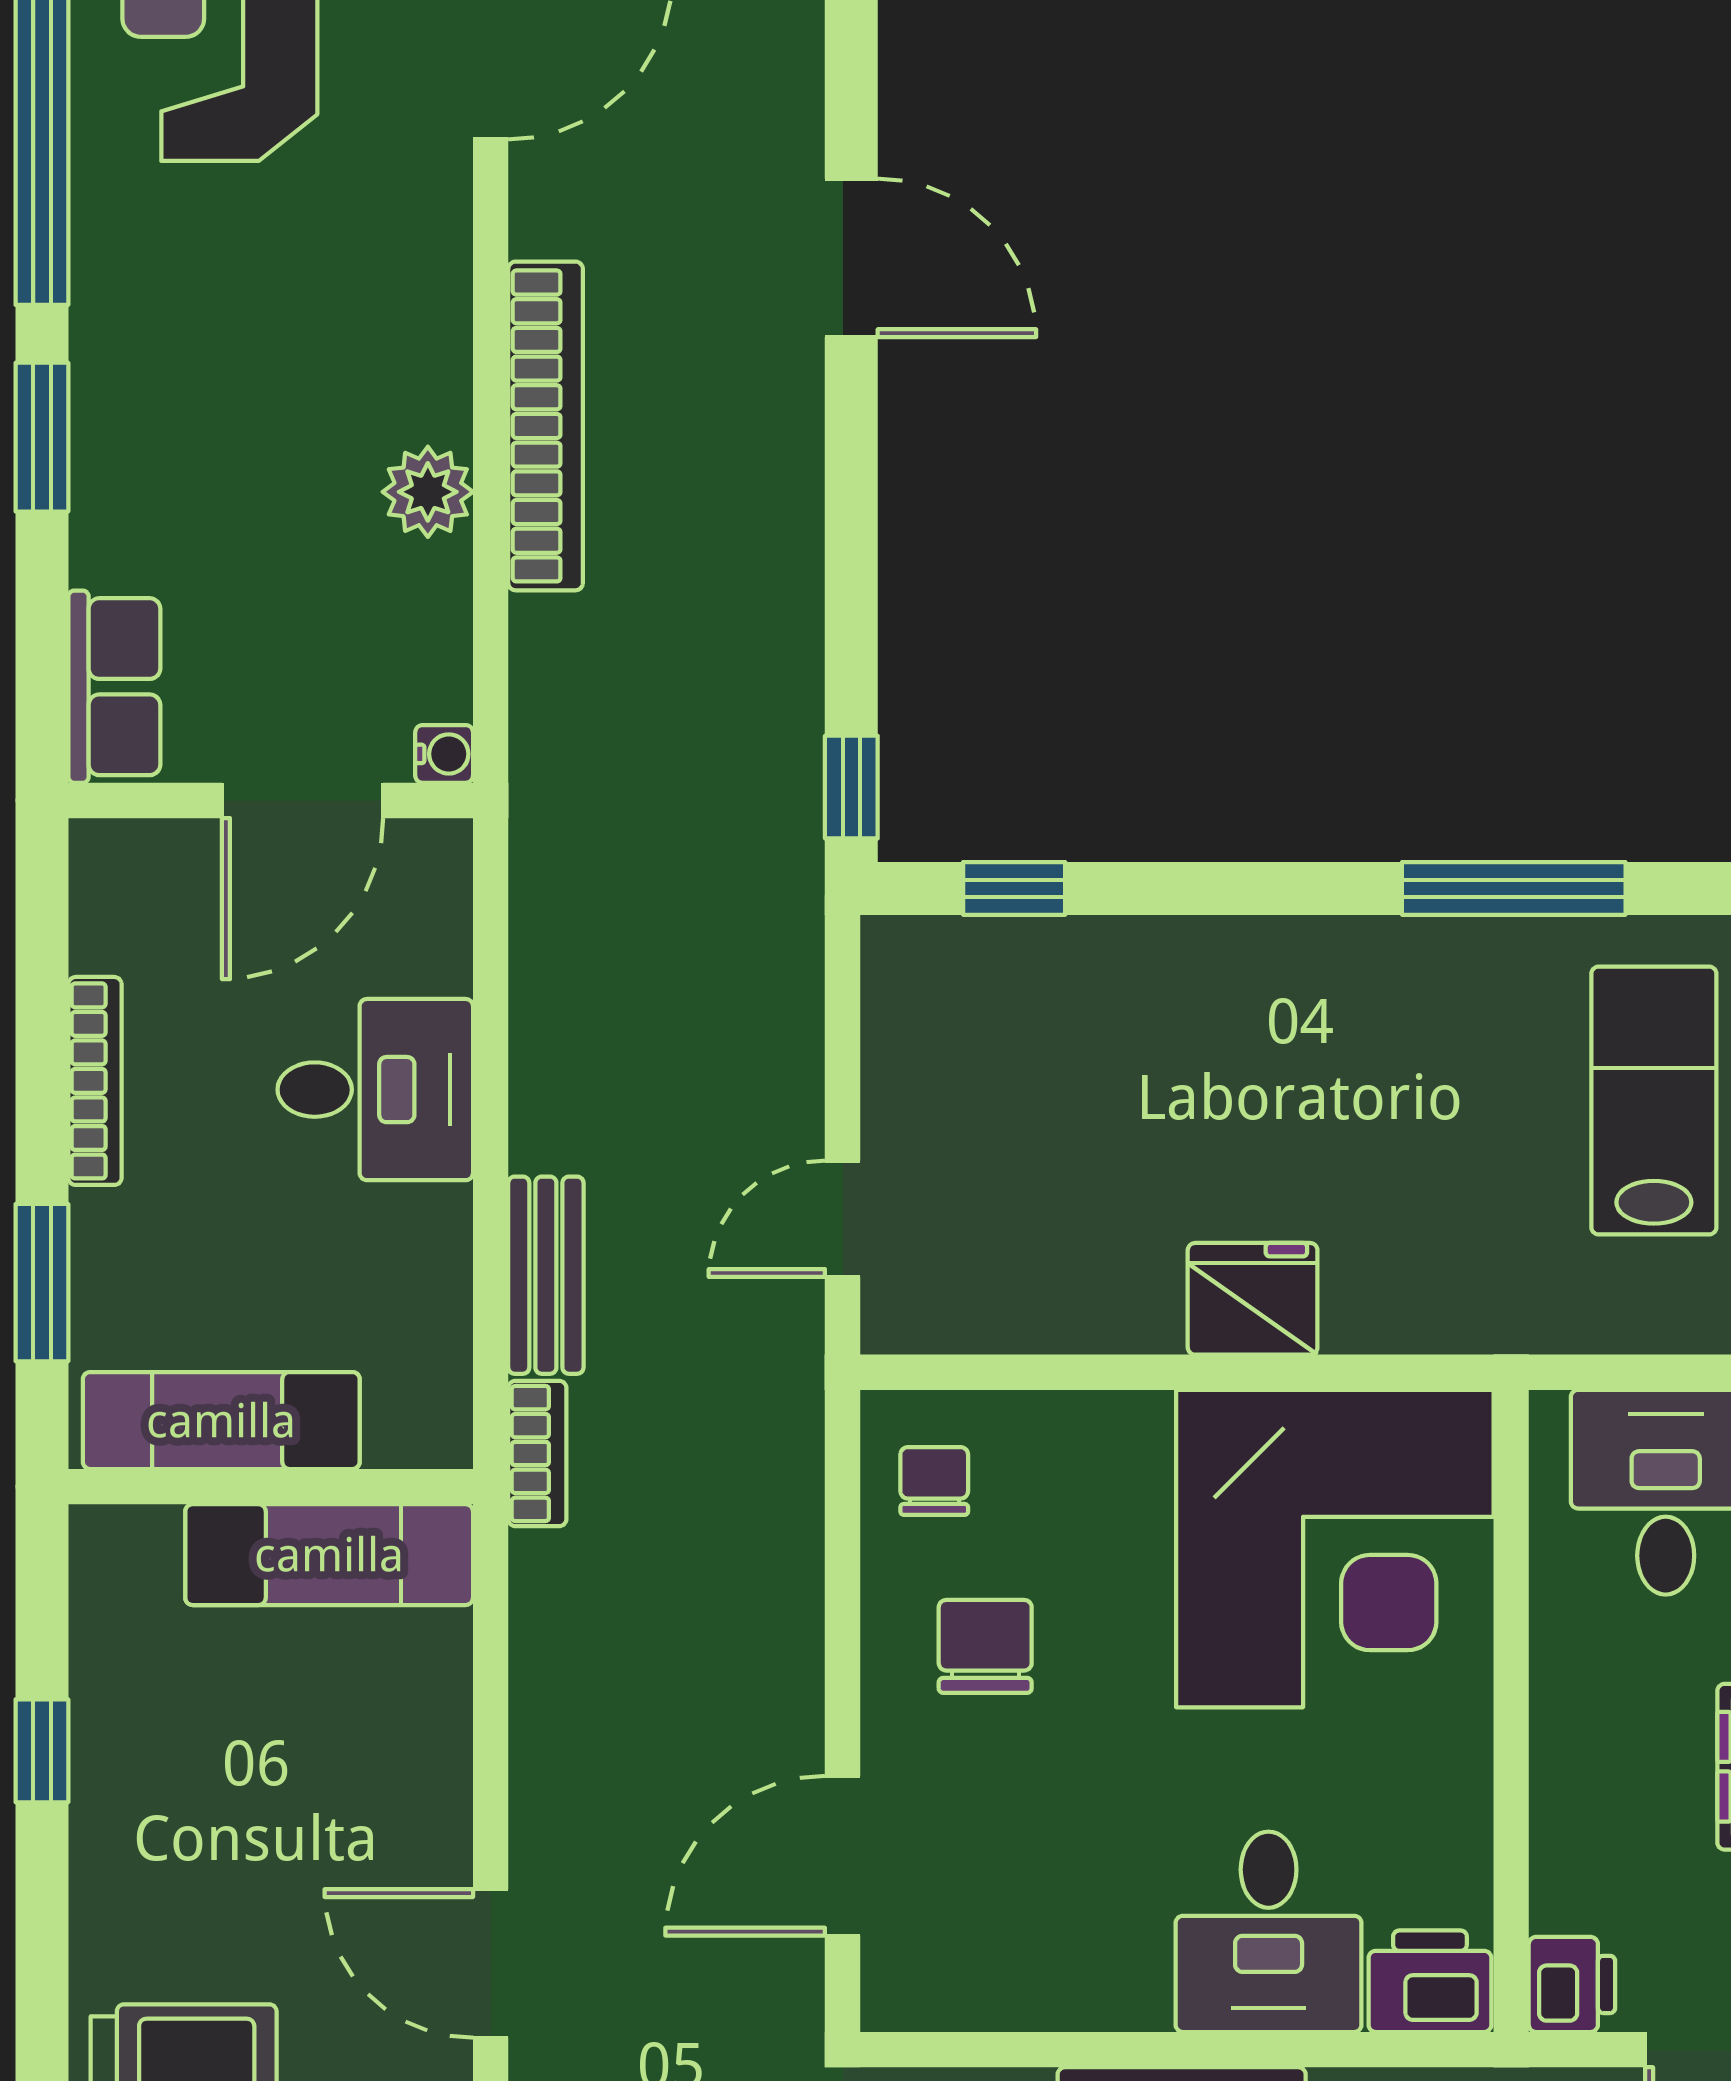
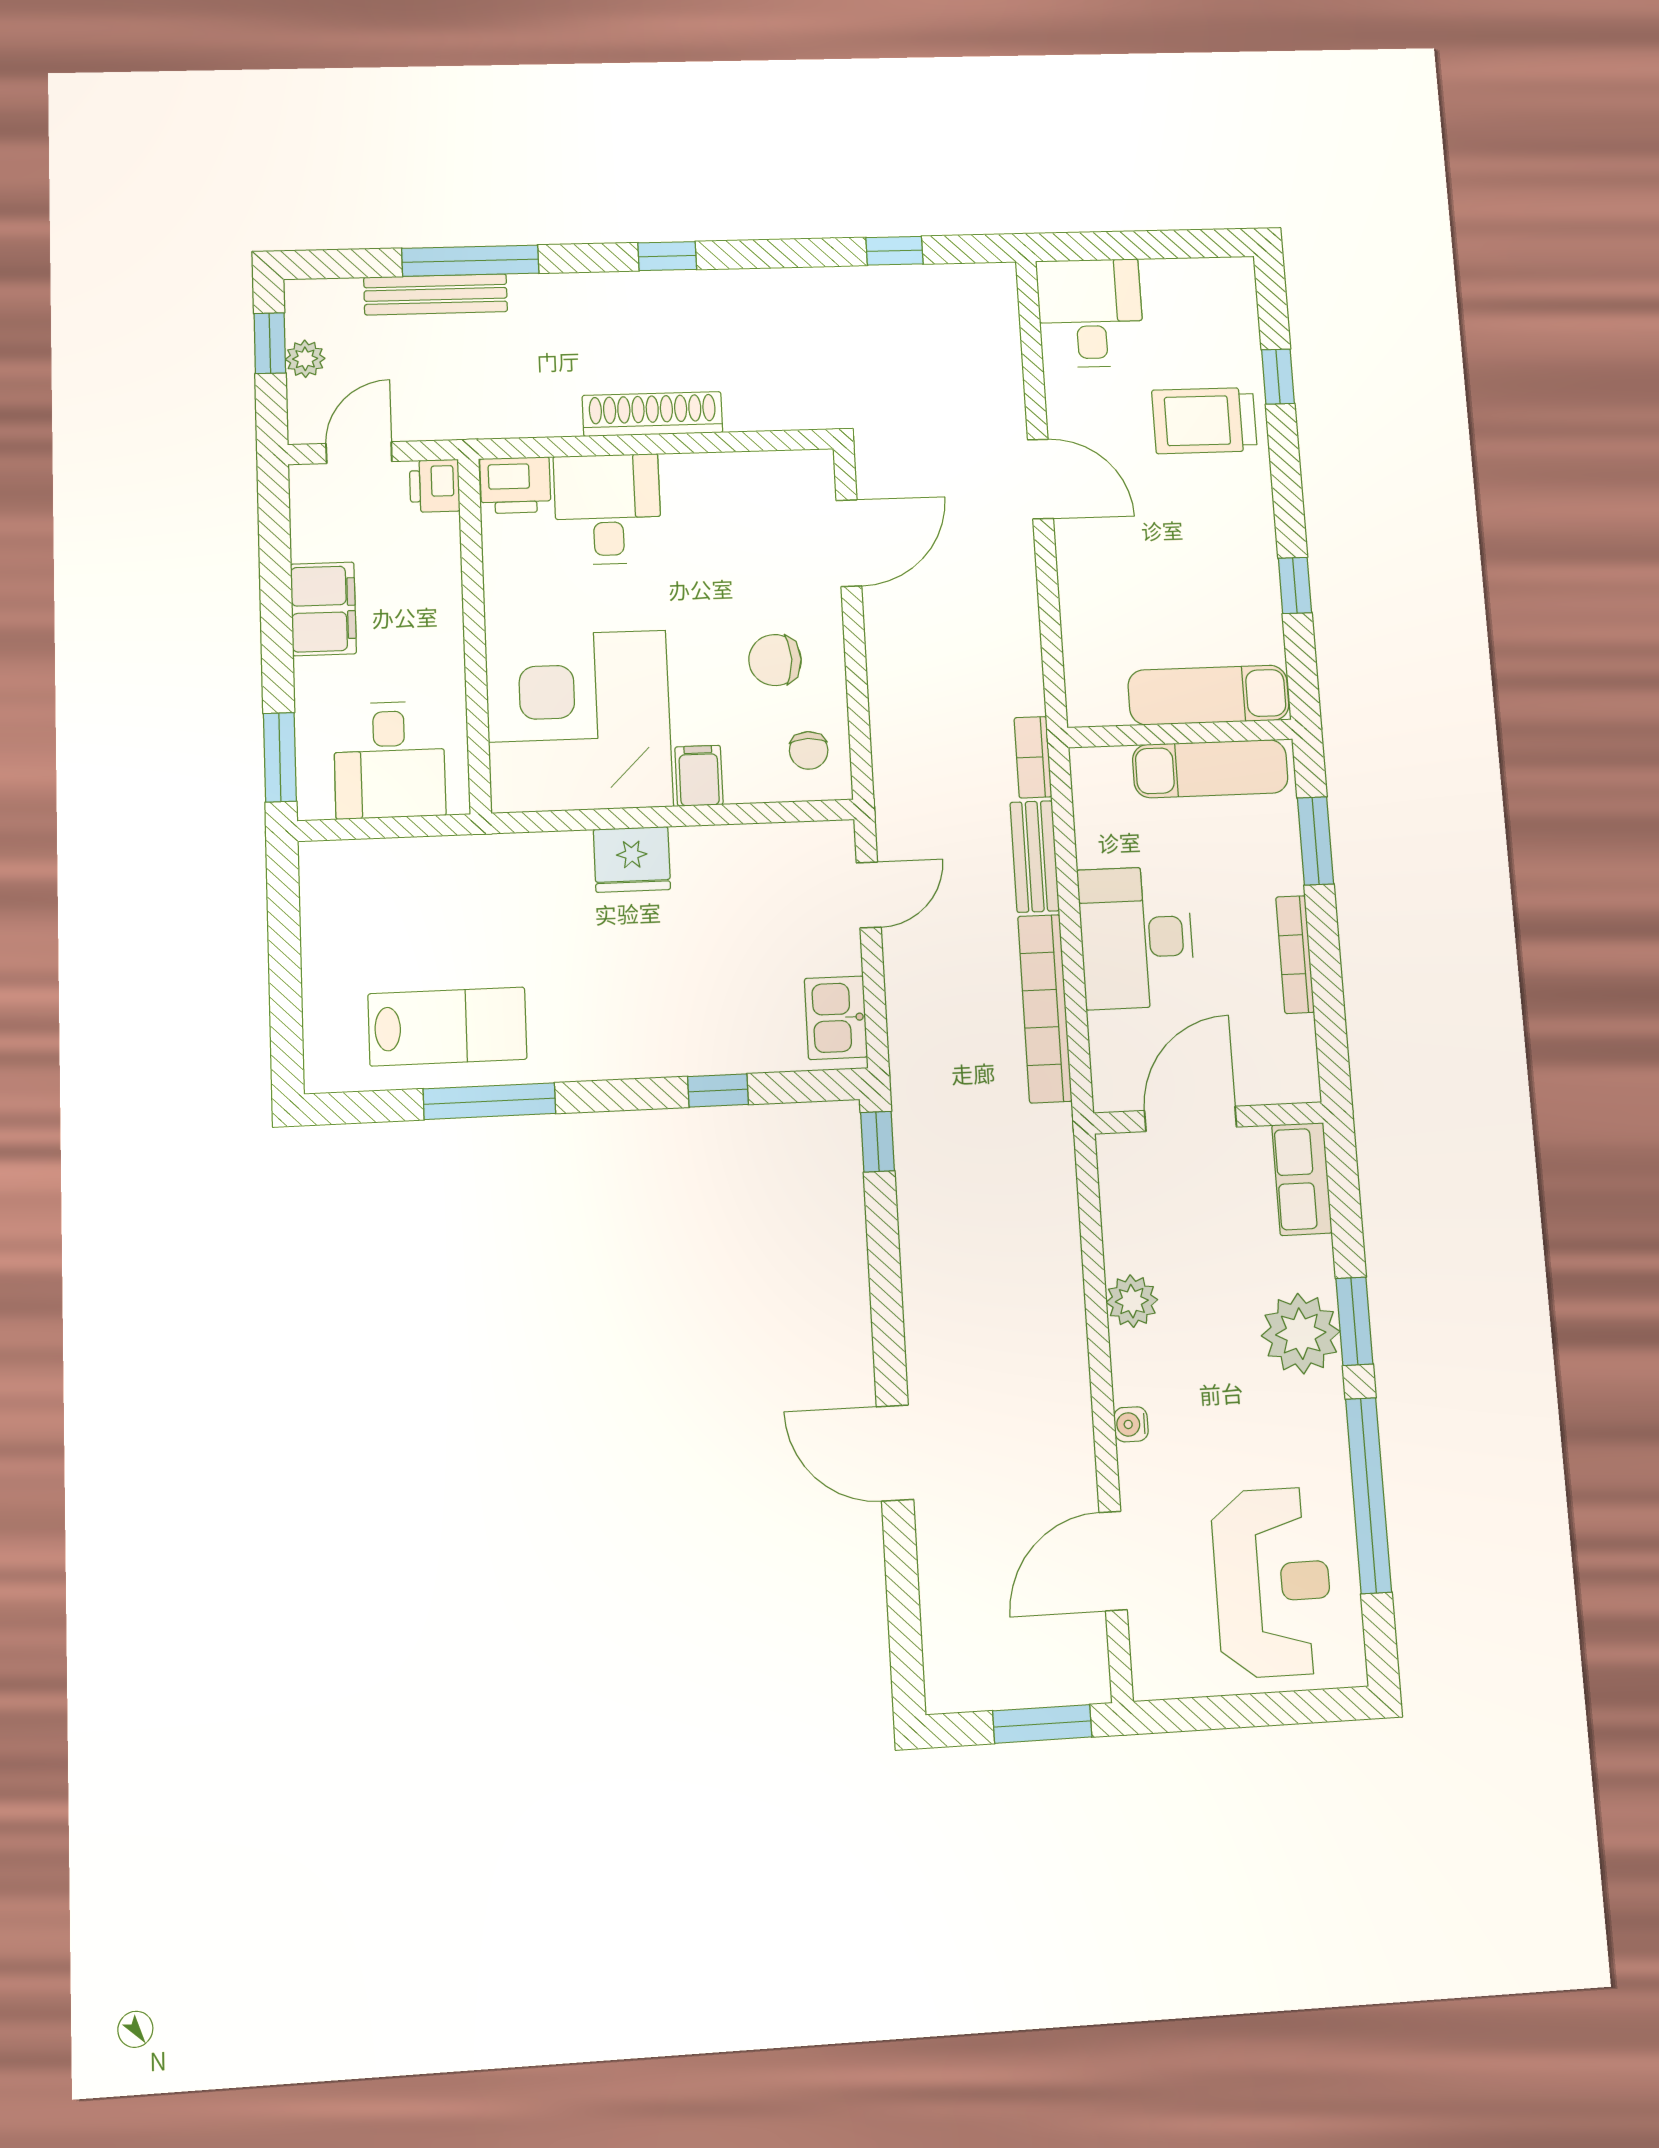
plant: (138, 421) -> (1301, 1334), added
bookcase: (546, 426) -> (1045, 1009), moved
water cooler: (444, 754) -> (1131, 1424), moved
window: (1014, 888) -> (718, 1091), moved
kitchen sink: (912, 1006) -> (836, 1018), added
desk: (375, 1090) -> (1136, 938), width x1.37
lab bench: (1654, 1101) -> (447, 1026), moved, turned -90
filing cabinet: (1129, 1443) -> (699, 776), added
exam couch: (329, 1555) -> (1209, 695), moved
chair: (985, 1646) -> (775, 660), turned 90

